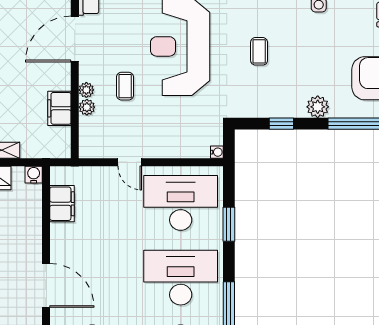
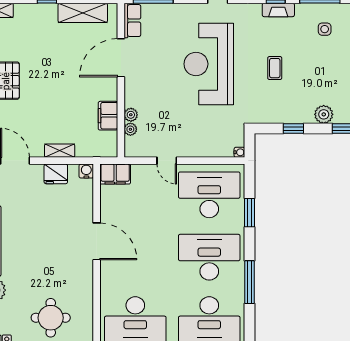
coffee table: (125, 86) -> (163, 97), removed
plant: (86, 90) -> (130, 129), moved
filing cabinet: (62, 204) -> (115, 174), moved, turned 90
door: (46, 285) -> (97, 241), moved

